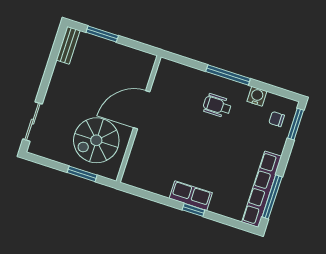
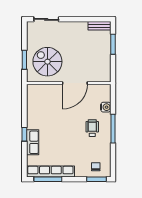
water cooler: (257, 96) -> (106, 107), moved
door: (142, 110) -> (75, 83), swing flipped
row of seats: (191, 196) -> (33, 142), moved

